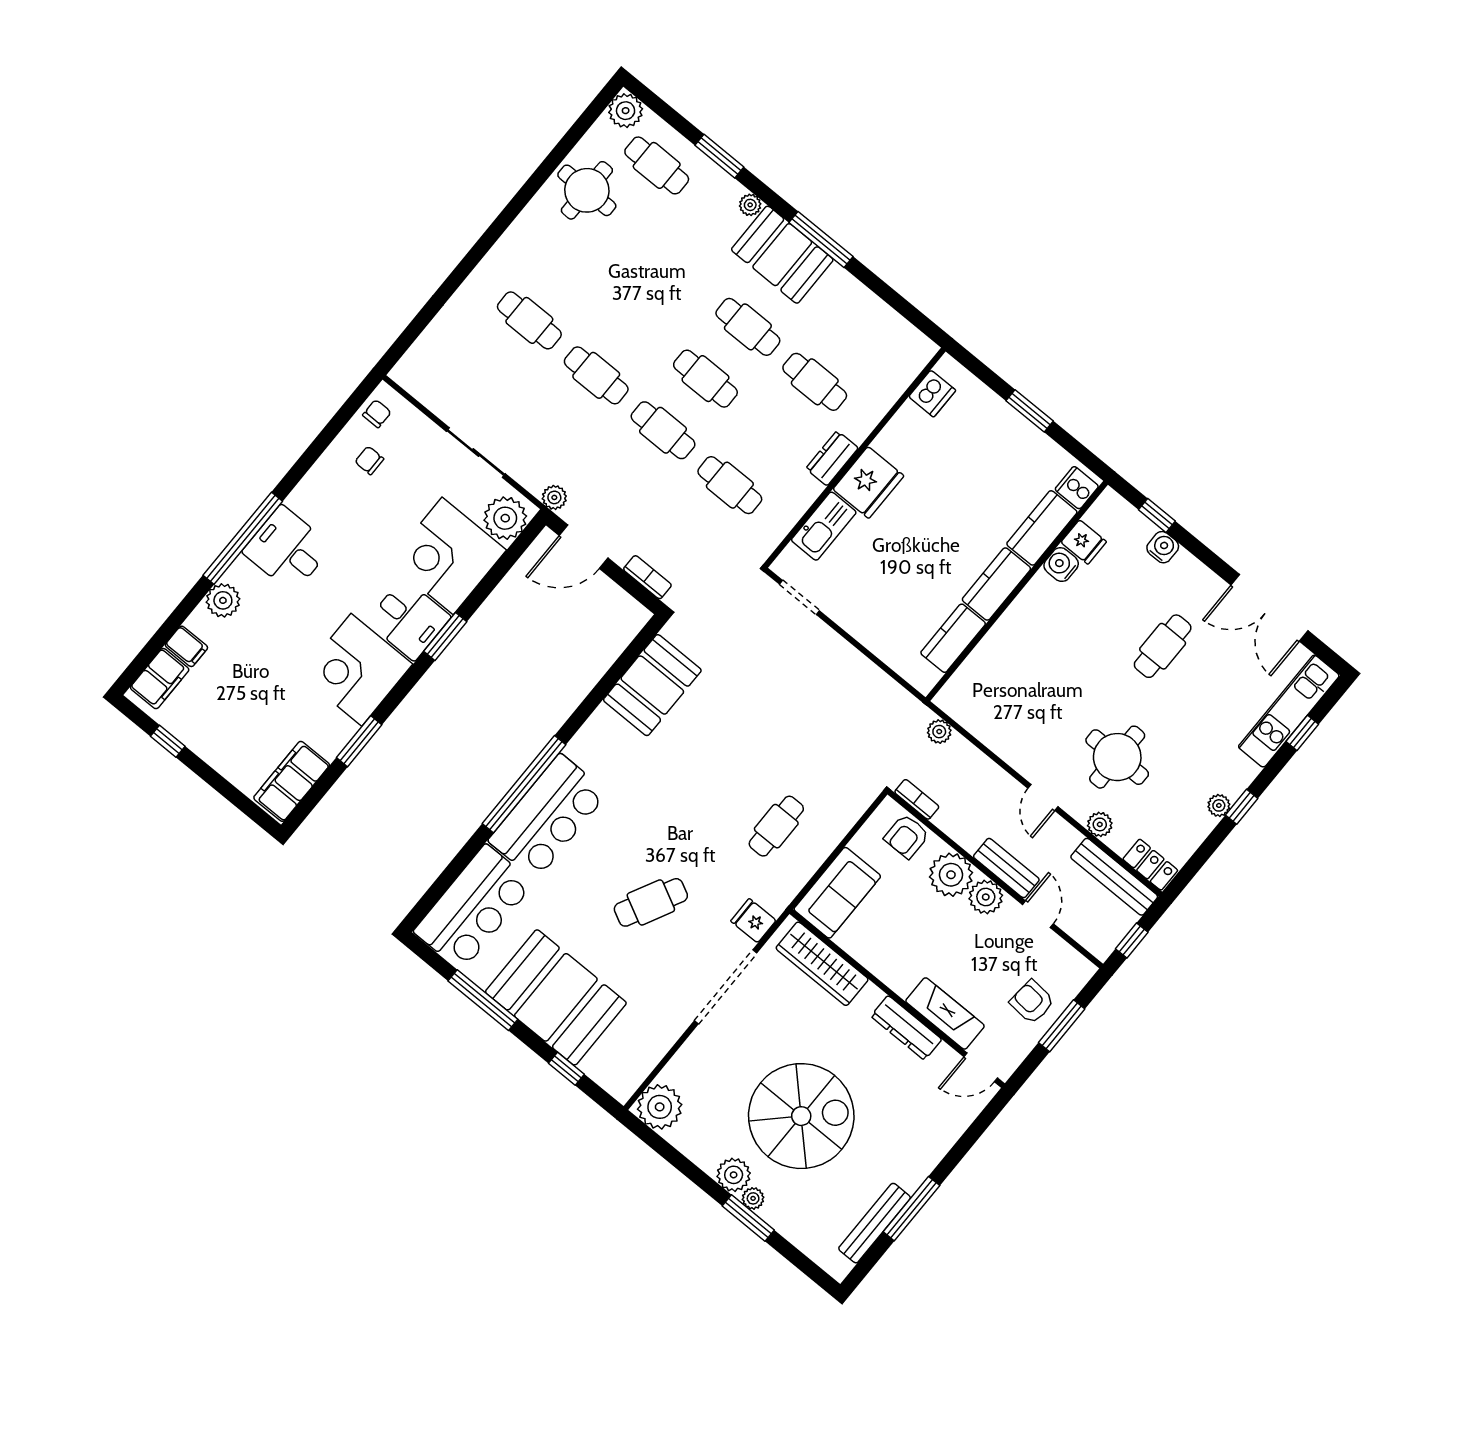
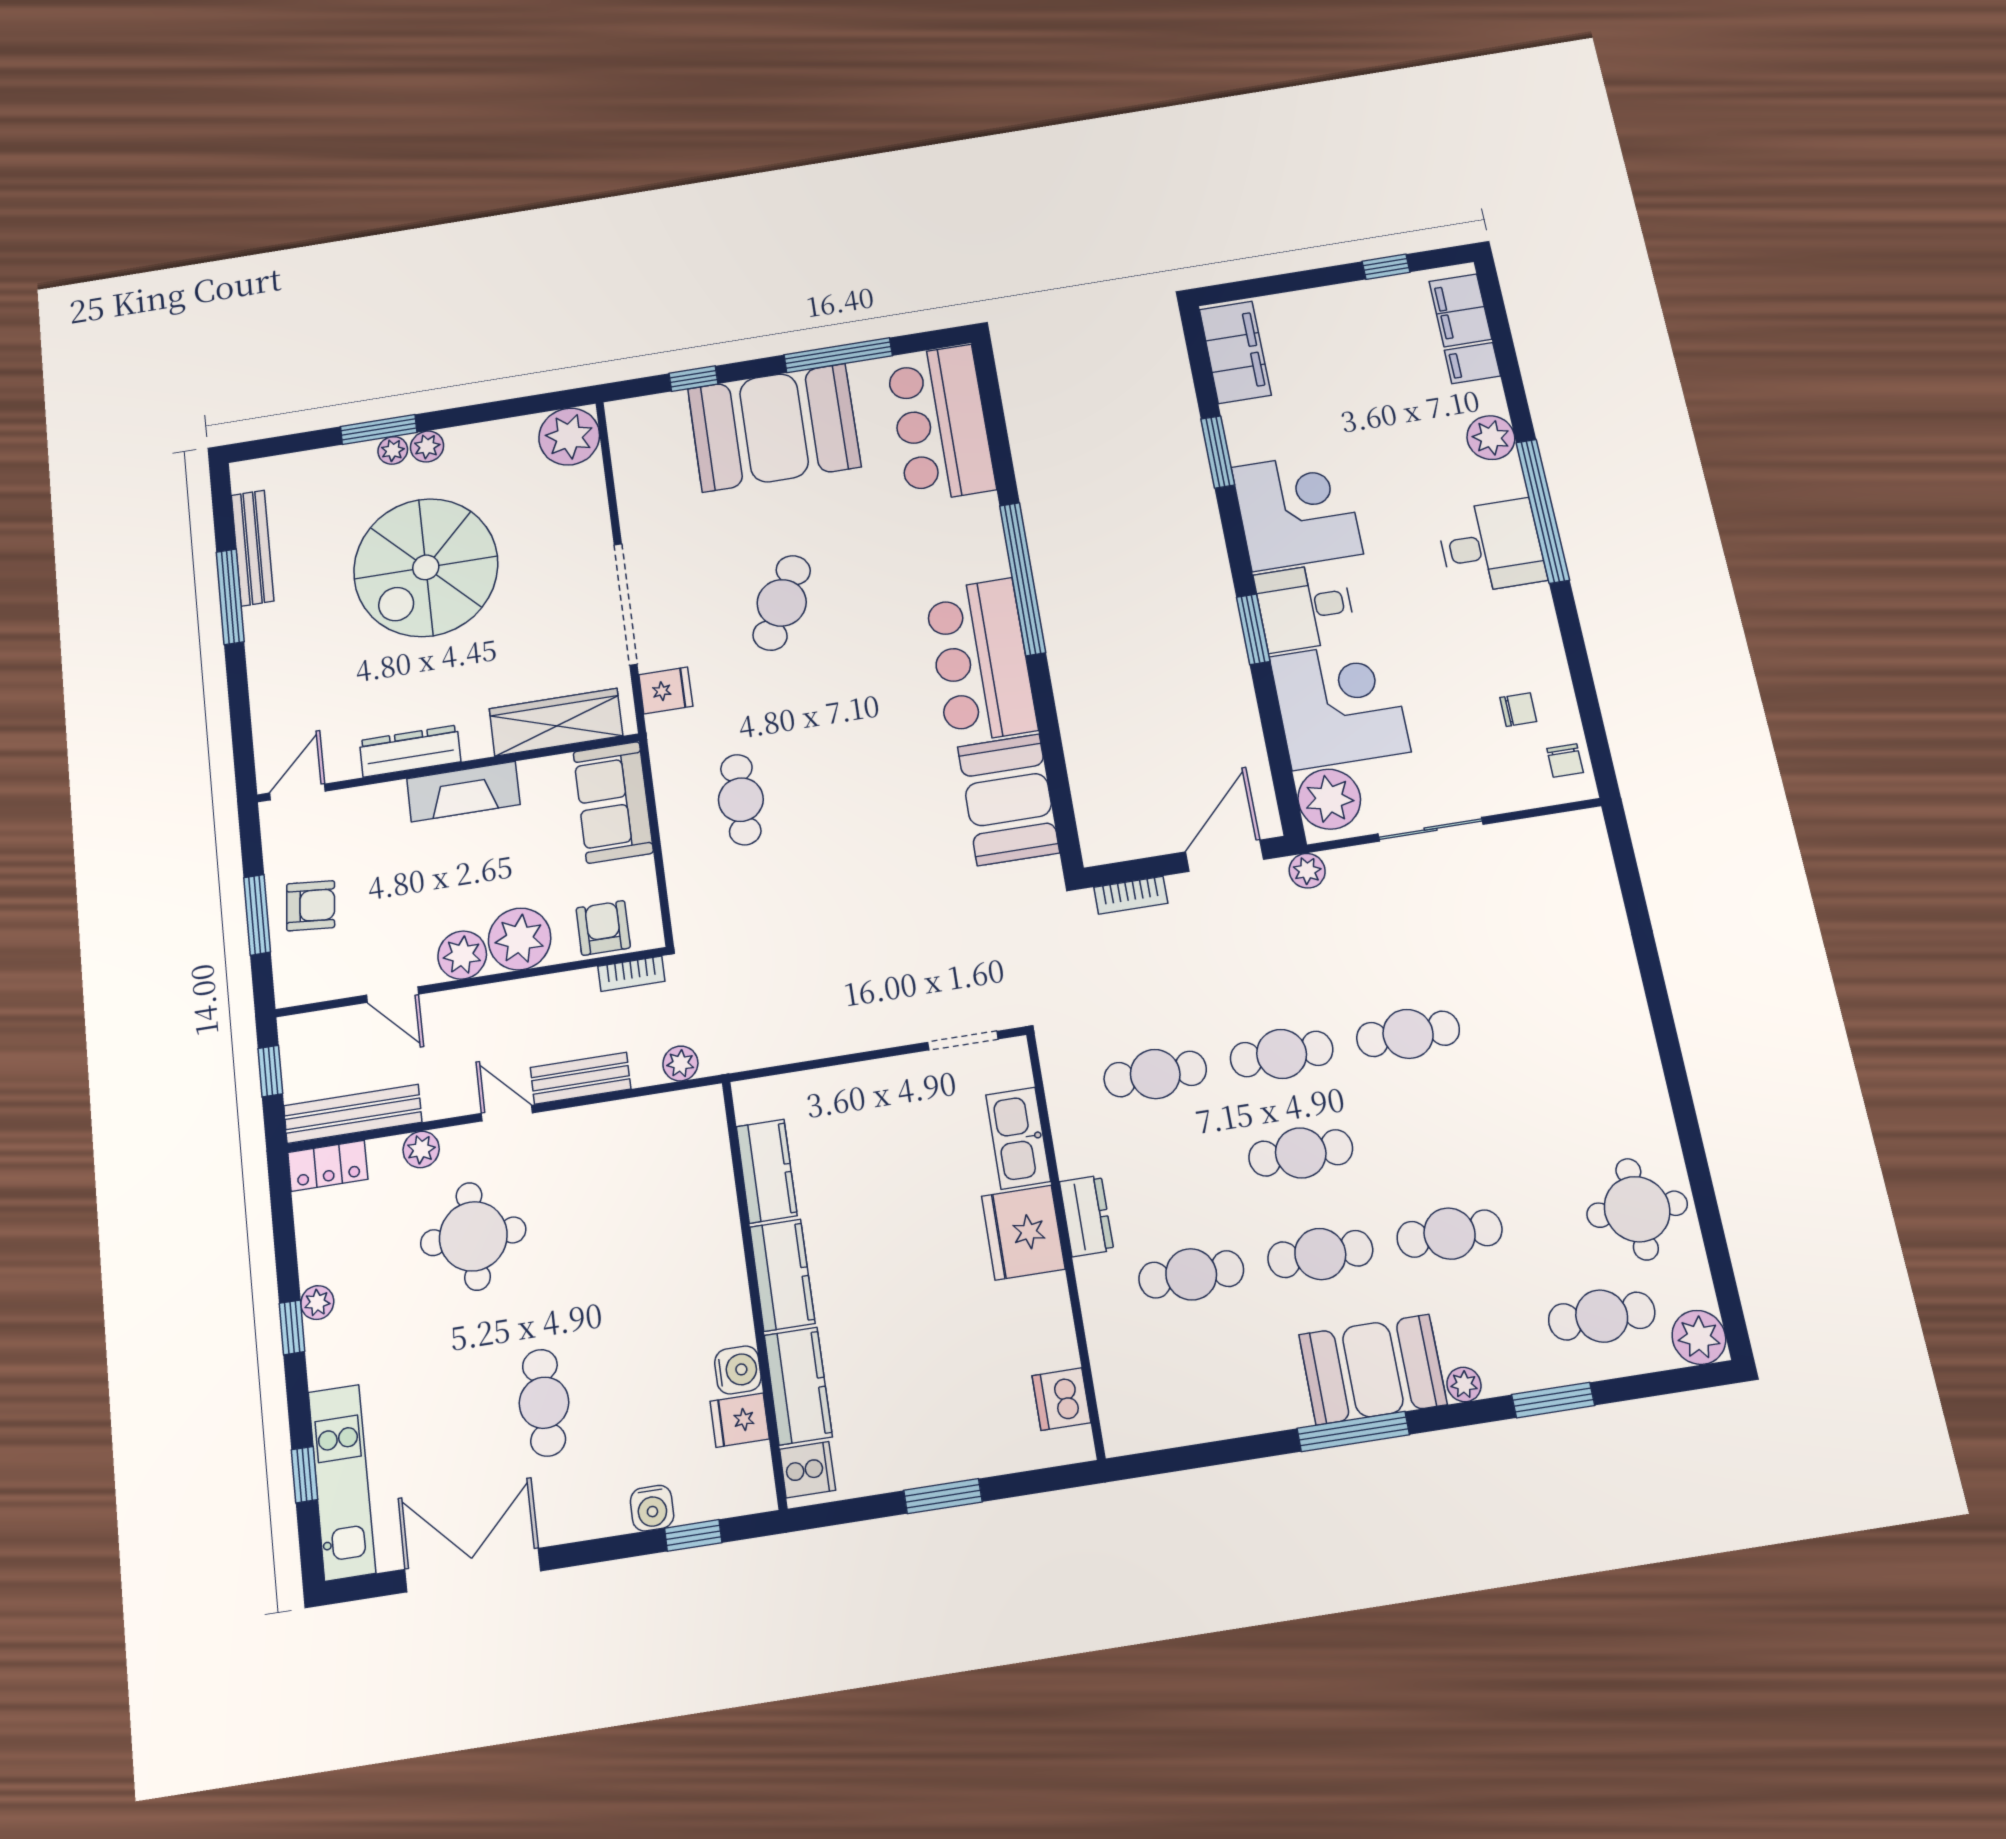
cafe table: (529, 320) -> (1450, 1234), moved
bar counter: (548, 817) -> (981, 661), moved
bench: (1006, 868) -> (581, 1078), moved
fireplace: (945, 1013) -> (463, 792), moved
plant: (734, 1175) -> (427, 447), width x0.73, depth x0.73

